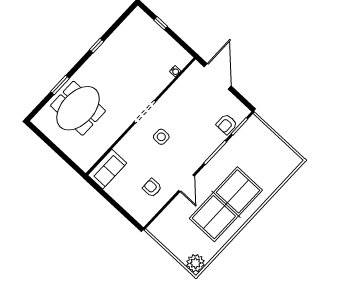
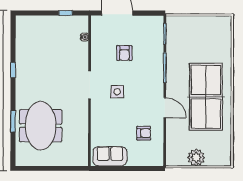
window: (161, 23) -> (66, 13), moved
armchair: (227, 124) -> (124, 53), moved
sofa: (107, 169) -> (110, 156), moved, turned -90
armchair: (152, 188) -> (144, 133), turned 180
plant: (195, 263) -> (196, 158), moved

